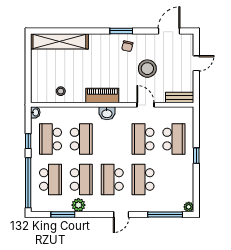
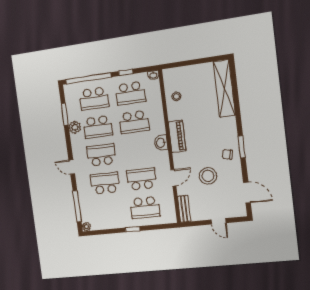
school desk: (50, 139) -> (130, 93), turned 180

